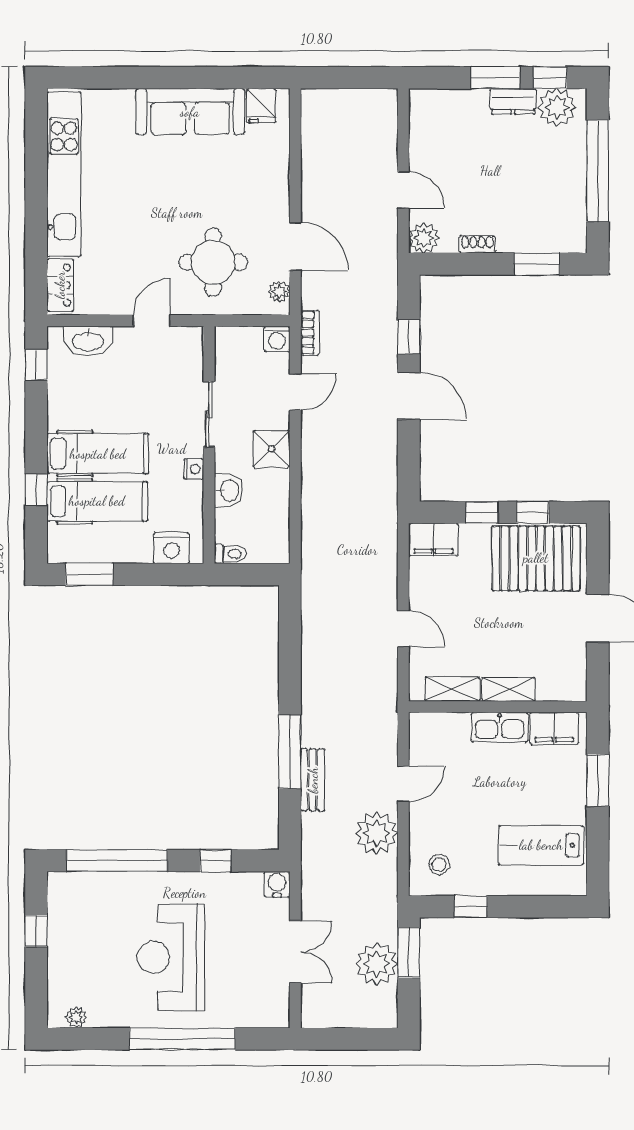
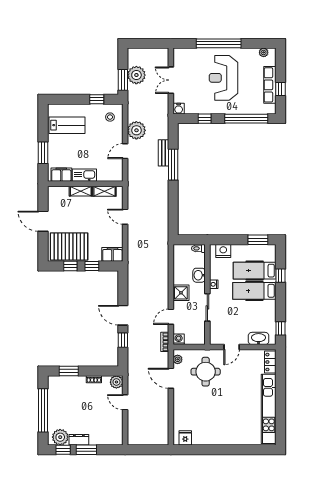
sofa: (190, 112) -> (215, 435), removed
row of seats: (61, 941) -> (270, 85), added
reception desk: (171, 957) -> (223, 78), turned 180

